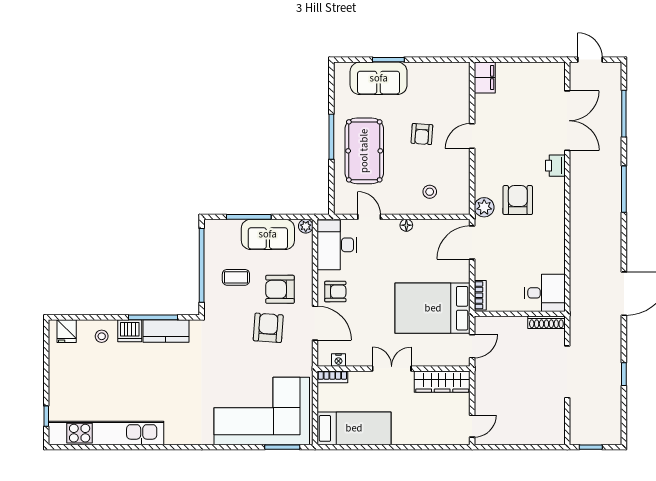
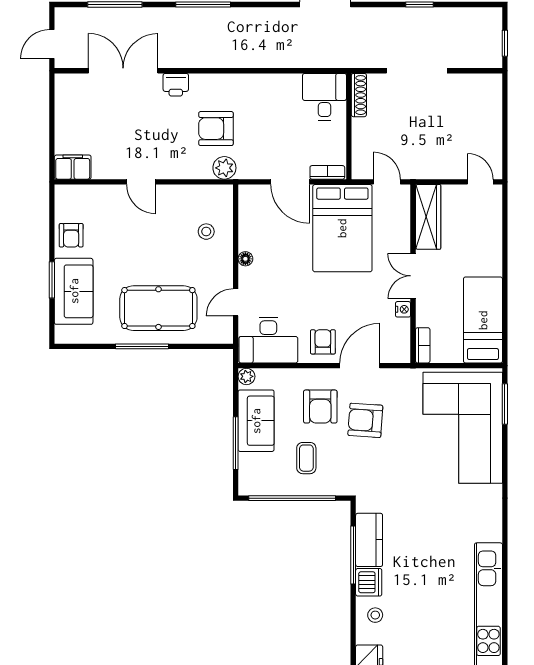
armchair: (422, 134) -> (71, 235), moved, turned 86
door: (472, 242) -> (290, 182), moved
nightstand: (339, 360) -> (403, 309), moved

